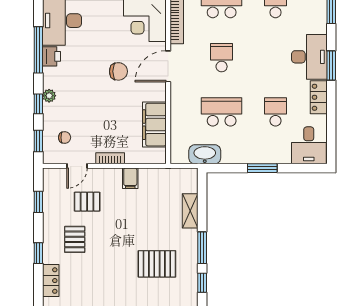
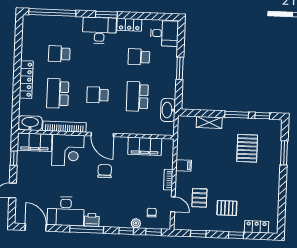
plant: (49, 96) -> (136, 223), moved

